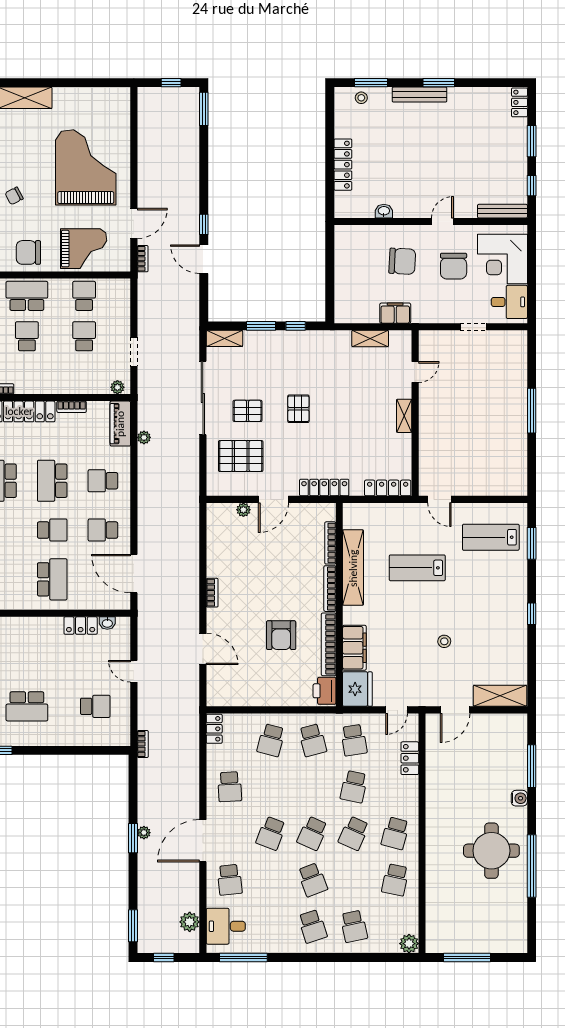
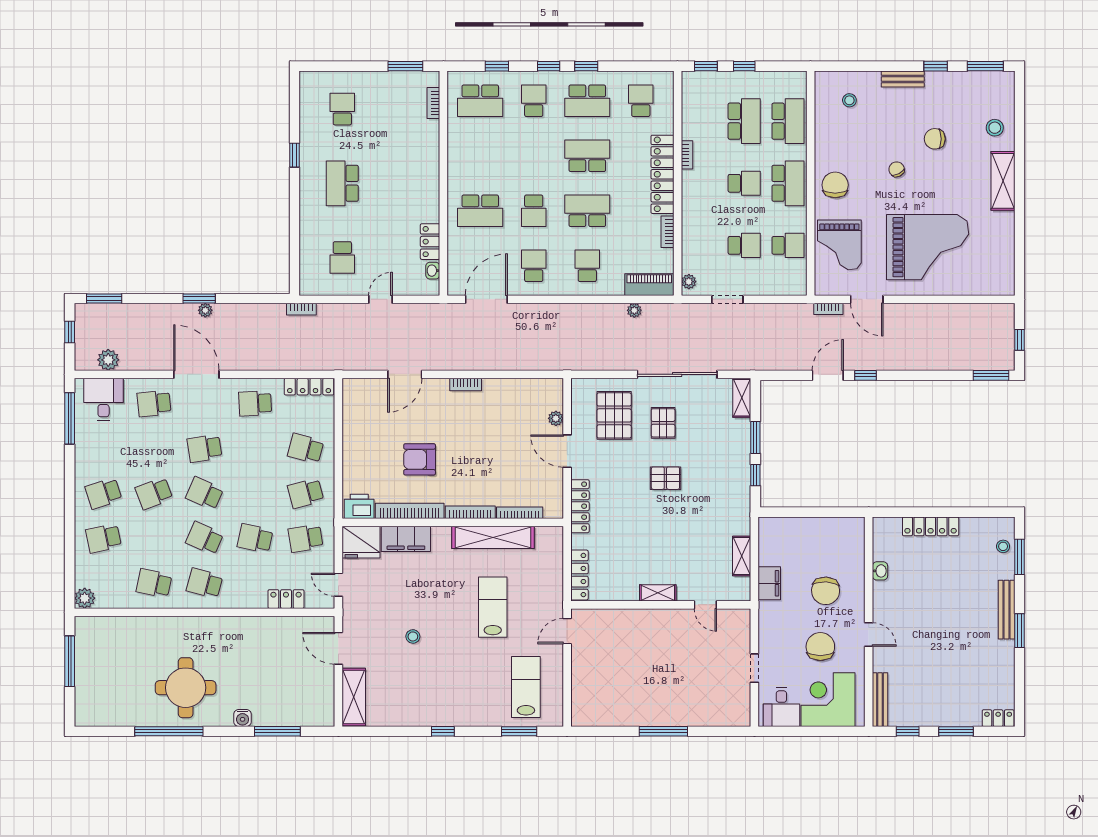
chair: (454, 266) -> (820, 647), turned 90
locker: (214, 729) -> (309, 387), width x1.53
school desk: (271, 833) -> (205, 448), turned -30

